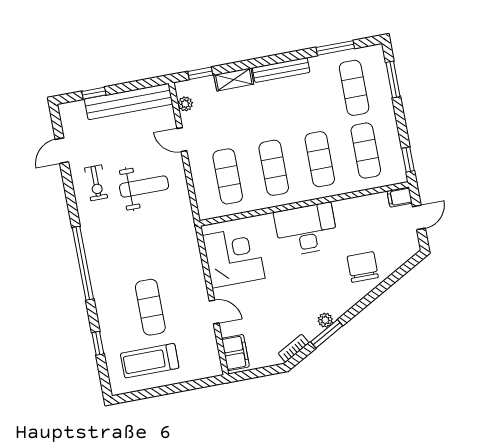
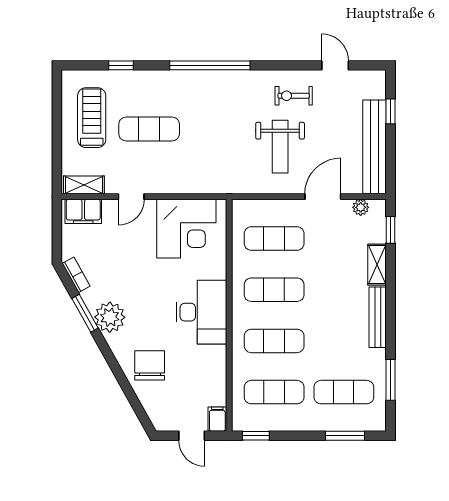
door: (182, 140) -> (323, 197), width x1.38
chair: (363, 267) -> (150, 365), turned -90
plant: (325, 320) -> (110, 317), width x1.88, depth x1.88
shelving: (212, 356) -> (84, 185), added

